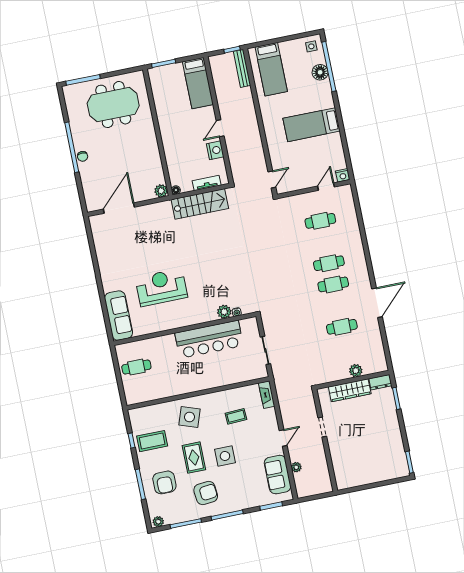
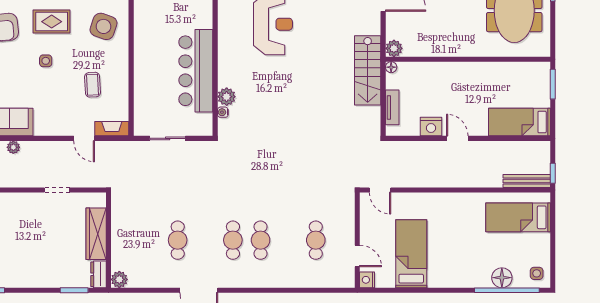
bed: (312, 125) -> (411, 254), moved
stairs: (200, 204) -> (368, 70), moved
plant: (356, 371) -> (119, 279), moved
door: (283, 438) -> (84, 138), moved
side table: (225, 456) -> (46, 61), width x0.54, depth x0.54

